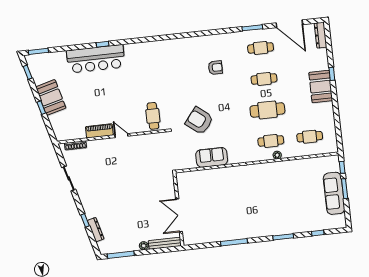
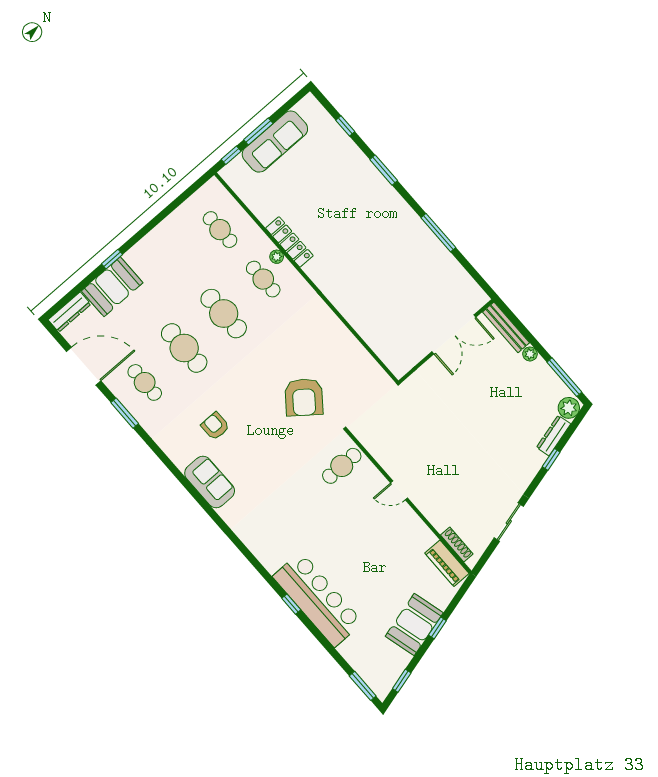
door: (289, 24) -> (84, 366), hinge flipped
cafe table: (264, 79) -> (184, 348), width x1.37, depth x1.35
booth: (321, 87) -> (112, 287), moved
piano: (99, 131) -> (447, 563), moved
door: (121, 136) -> (399, 490), hinge flipped
sofa: (212, 157) -> (210, 482), moved, turned 180
locker: (280, 166) -> (289, 242), added
plant: (104, 246) -> (569, 408), added

